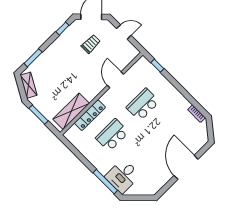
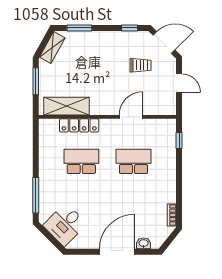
washbasin: (197, 147) -> (144, 243), added
desk: (123, 176) -> (65, 225), moved, turned -45

